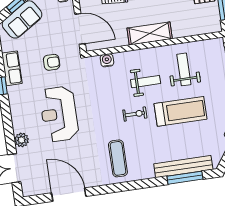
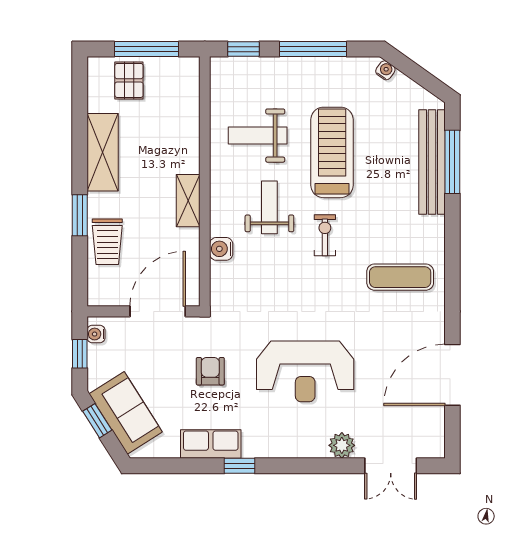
shelving: (150, 33) -> (188, 201), width x0.67, depth x0.75
water cooler: (107, 60) -> (221, 249), moved

